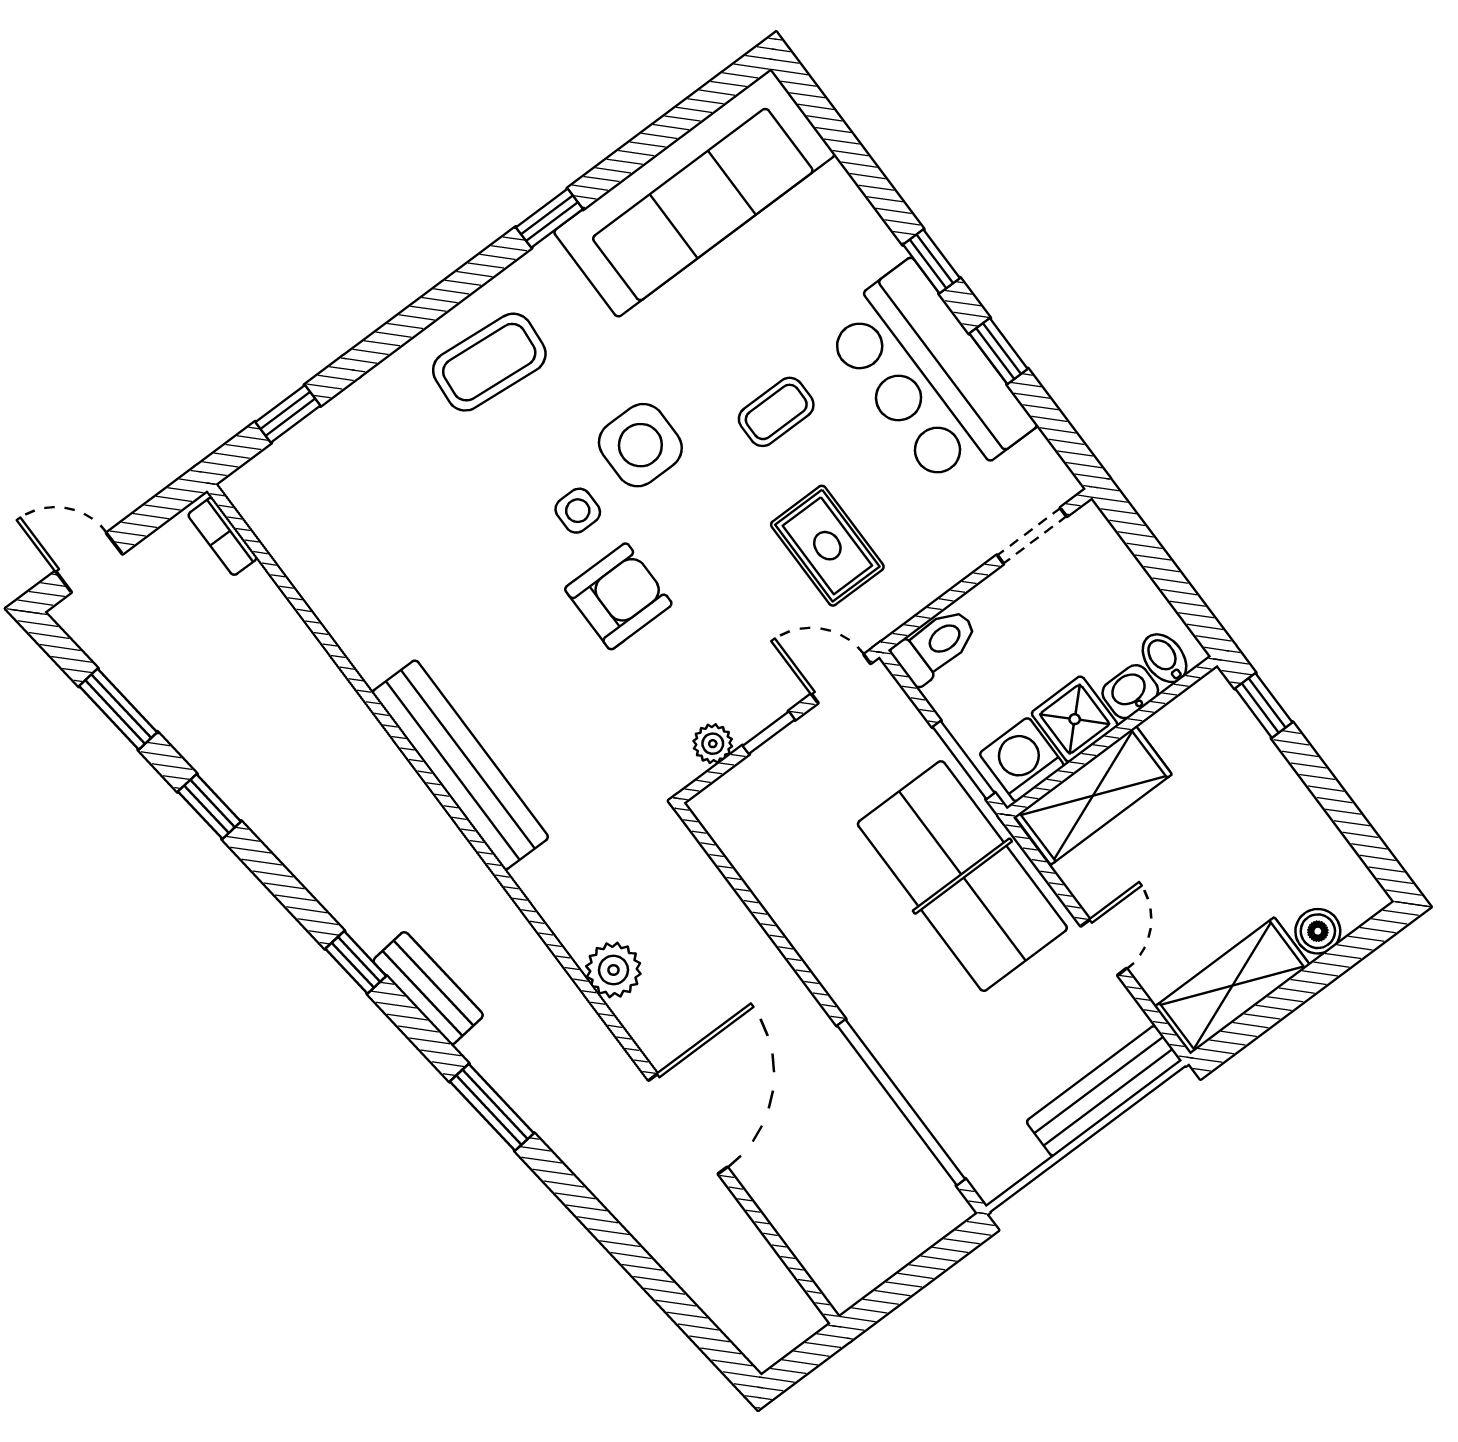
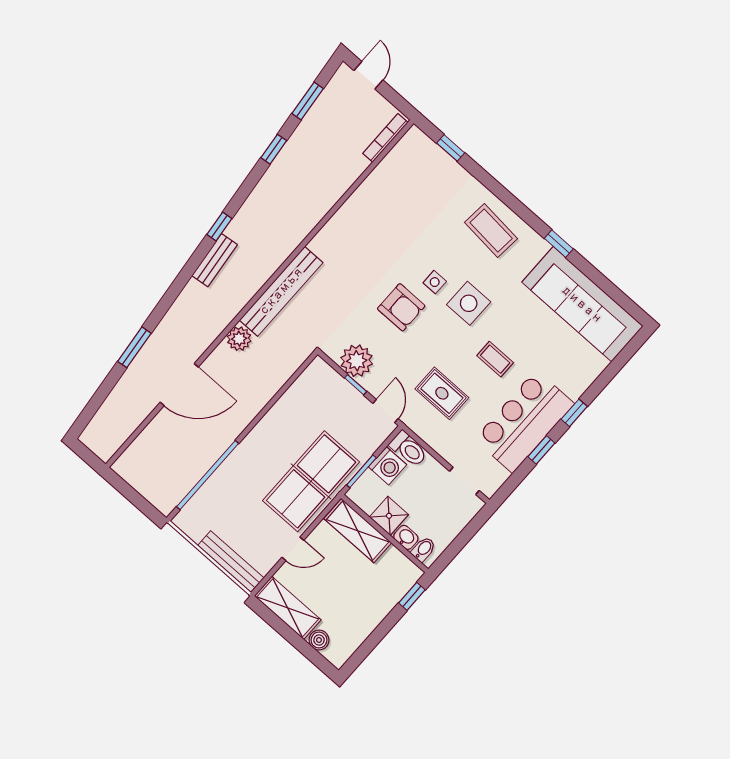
bookcase: (223, 536) -> (385, 138), width x1.56
rug: (827, 546) -> (442, 393), turned 90
plant: (713, 744) -> (357, 361), width x1.88, depth x1.88
washing machine: (1022, 760) -> (388, 466), moved, turned 90
bench: (460, 765) -> (281, 291), moved
window: (492, 1107) -> (134, 347), moved

